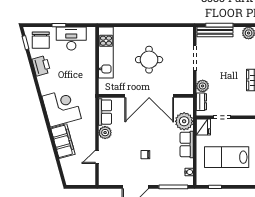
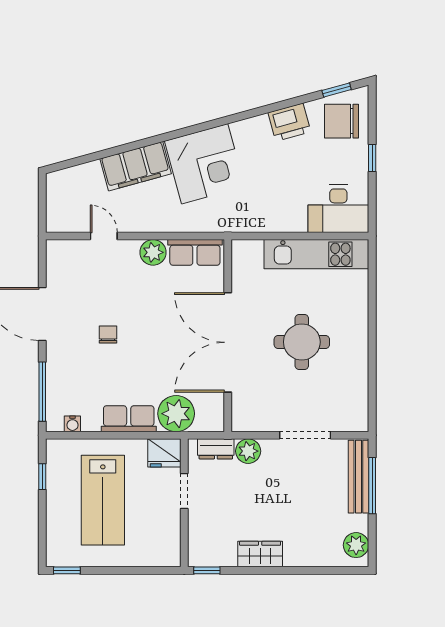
desk: (71, 39) -> (338, 209), moved, turned 90
lab bench: (227, 157) -> (103, 500), turned 180

